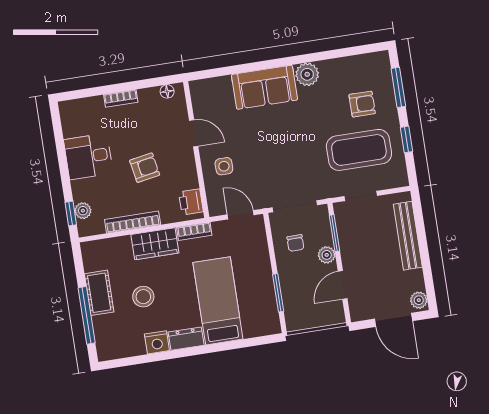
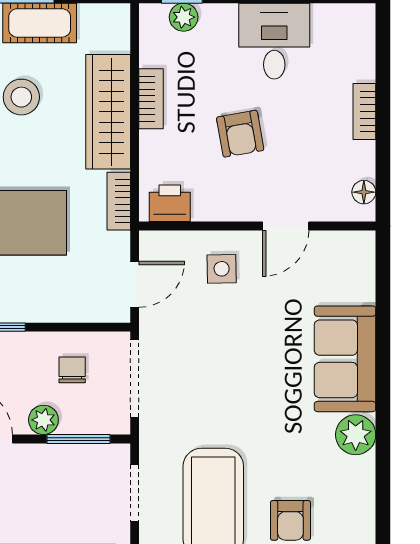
bookcase: (133, 222) -> (151, 99), width x0.64
chair: (295, 243) -> (72, 370), turned 90
wardrobe: (155, 244) -> (108, 112), width x1.50

